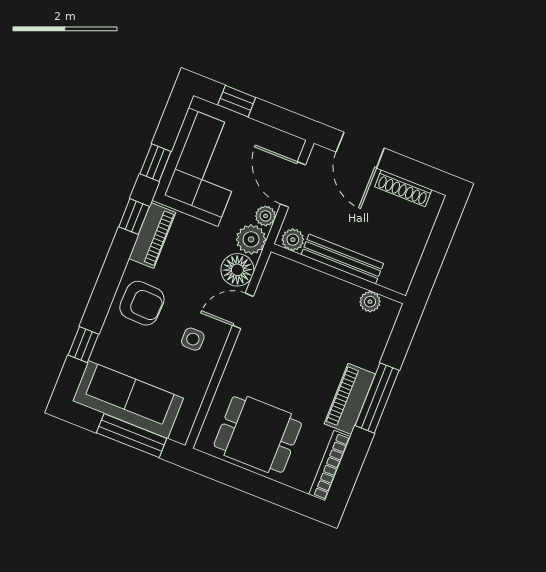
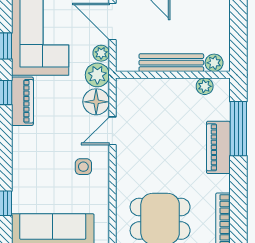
plant: (293, 240) -> (214, 63), moved
armchair: (142, 303) -> (35, 155), removed
window: (377, 398) -> (238, 129), moved
piano: (350, 399) -> (218, 147), moved

